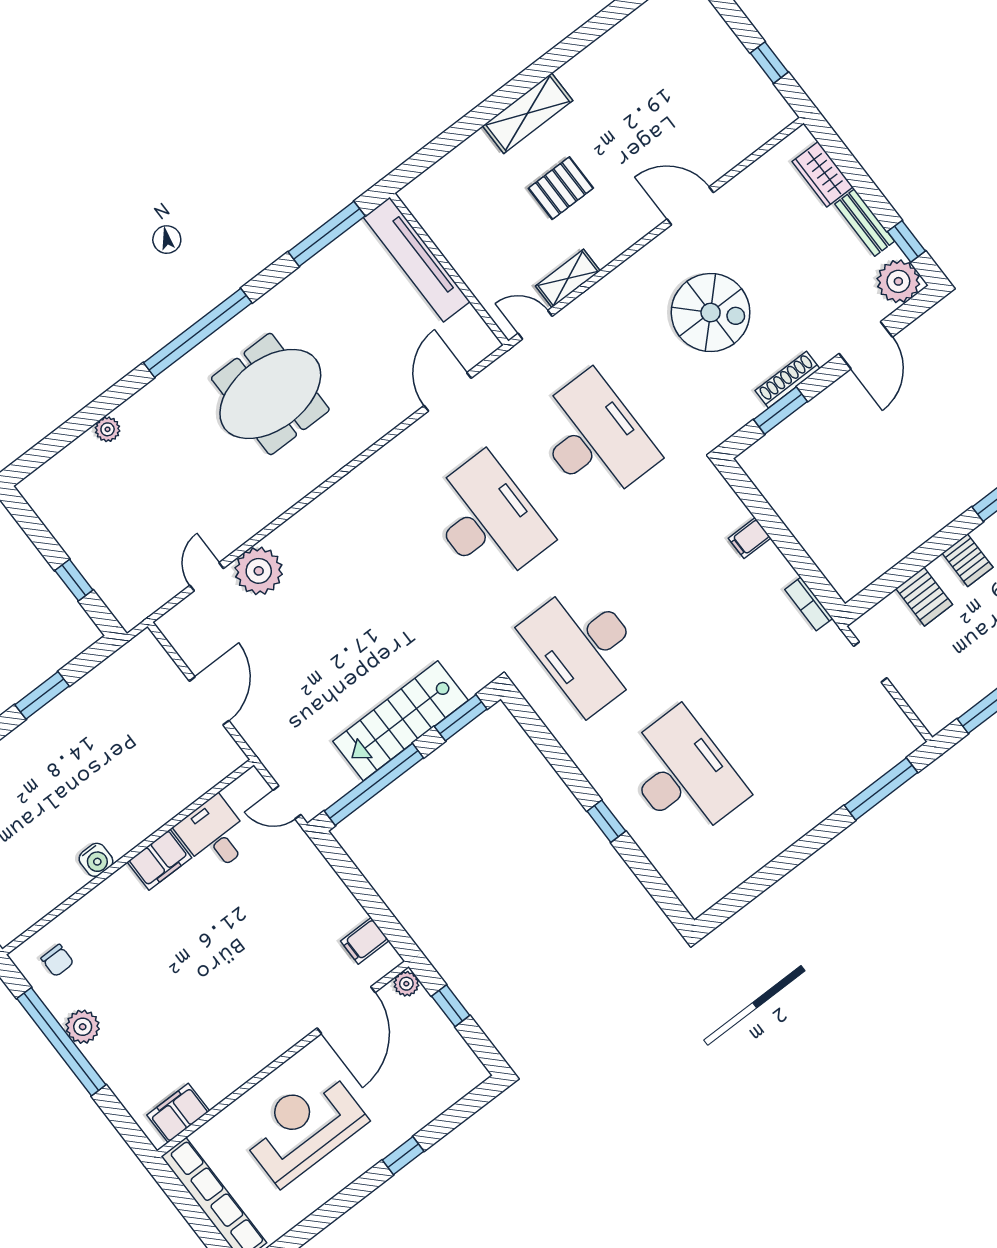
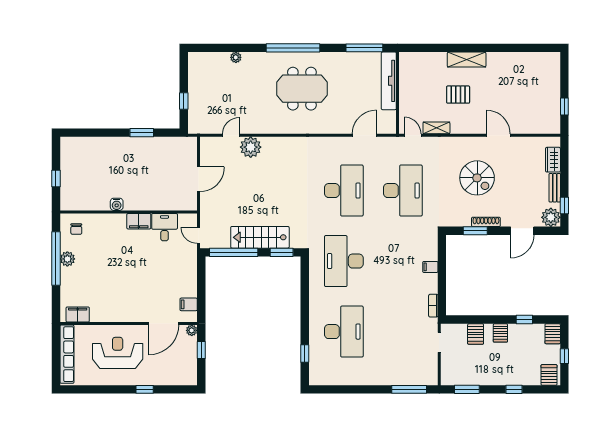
window: (606, 821) -> (305, 353), moved

